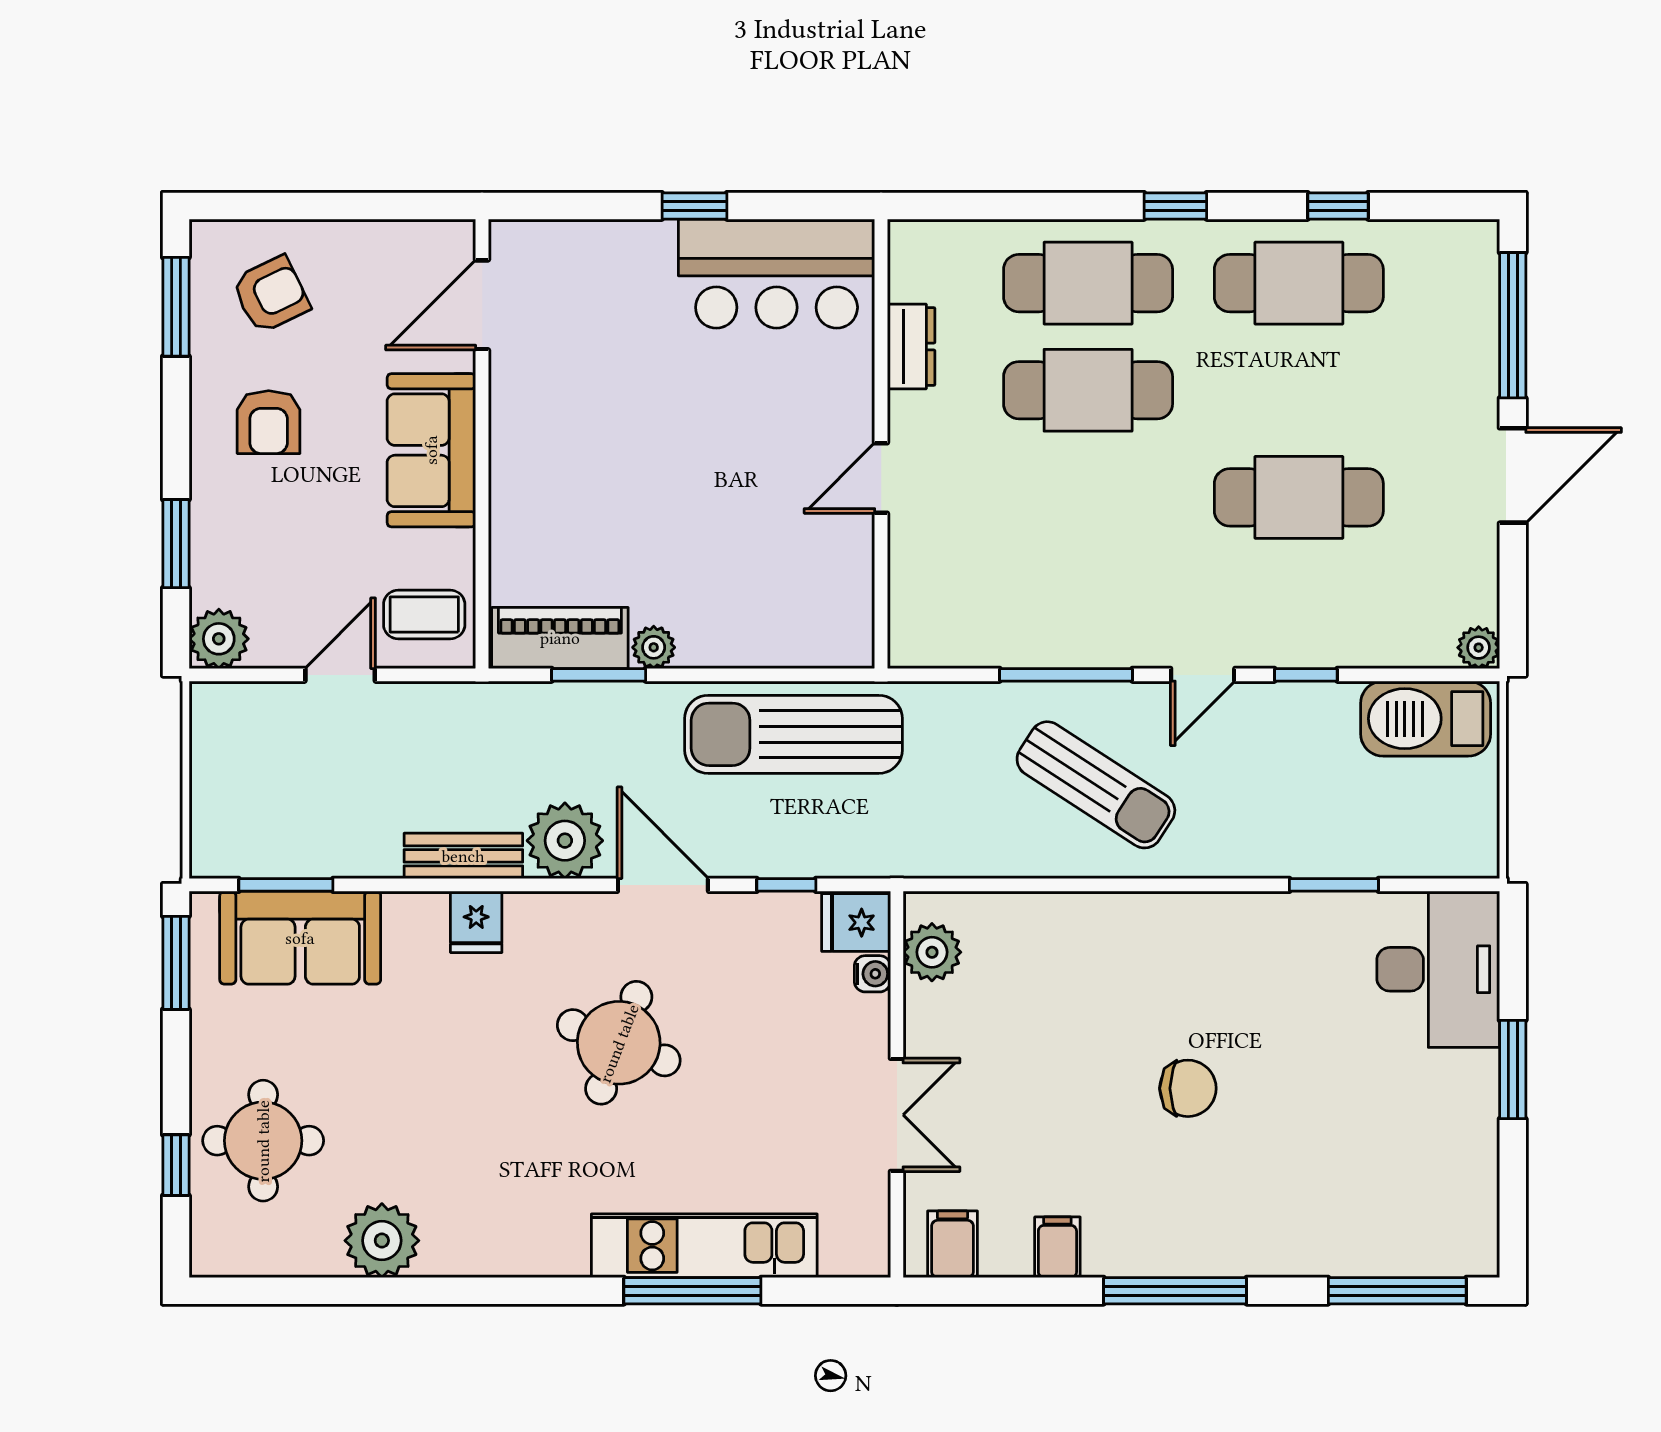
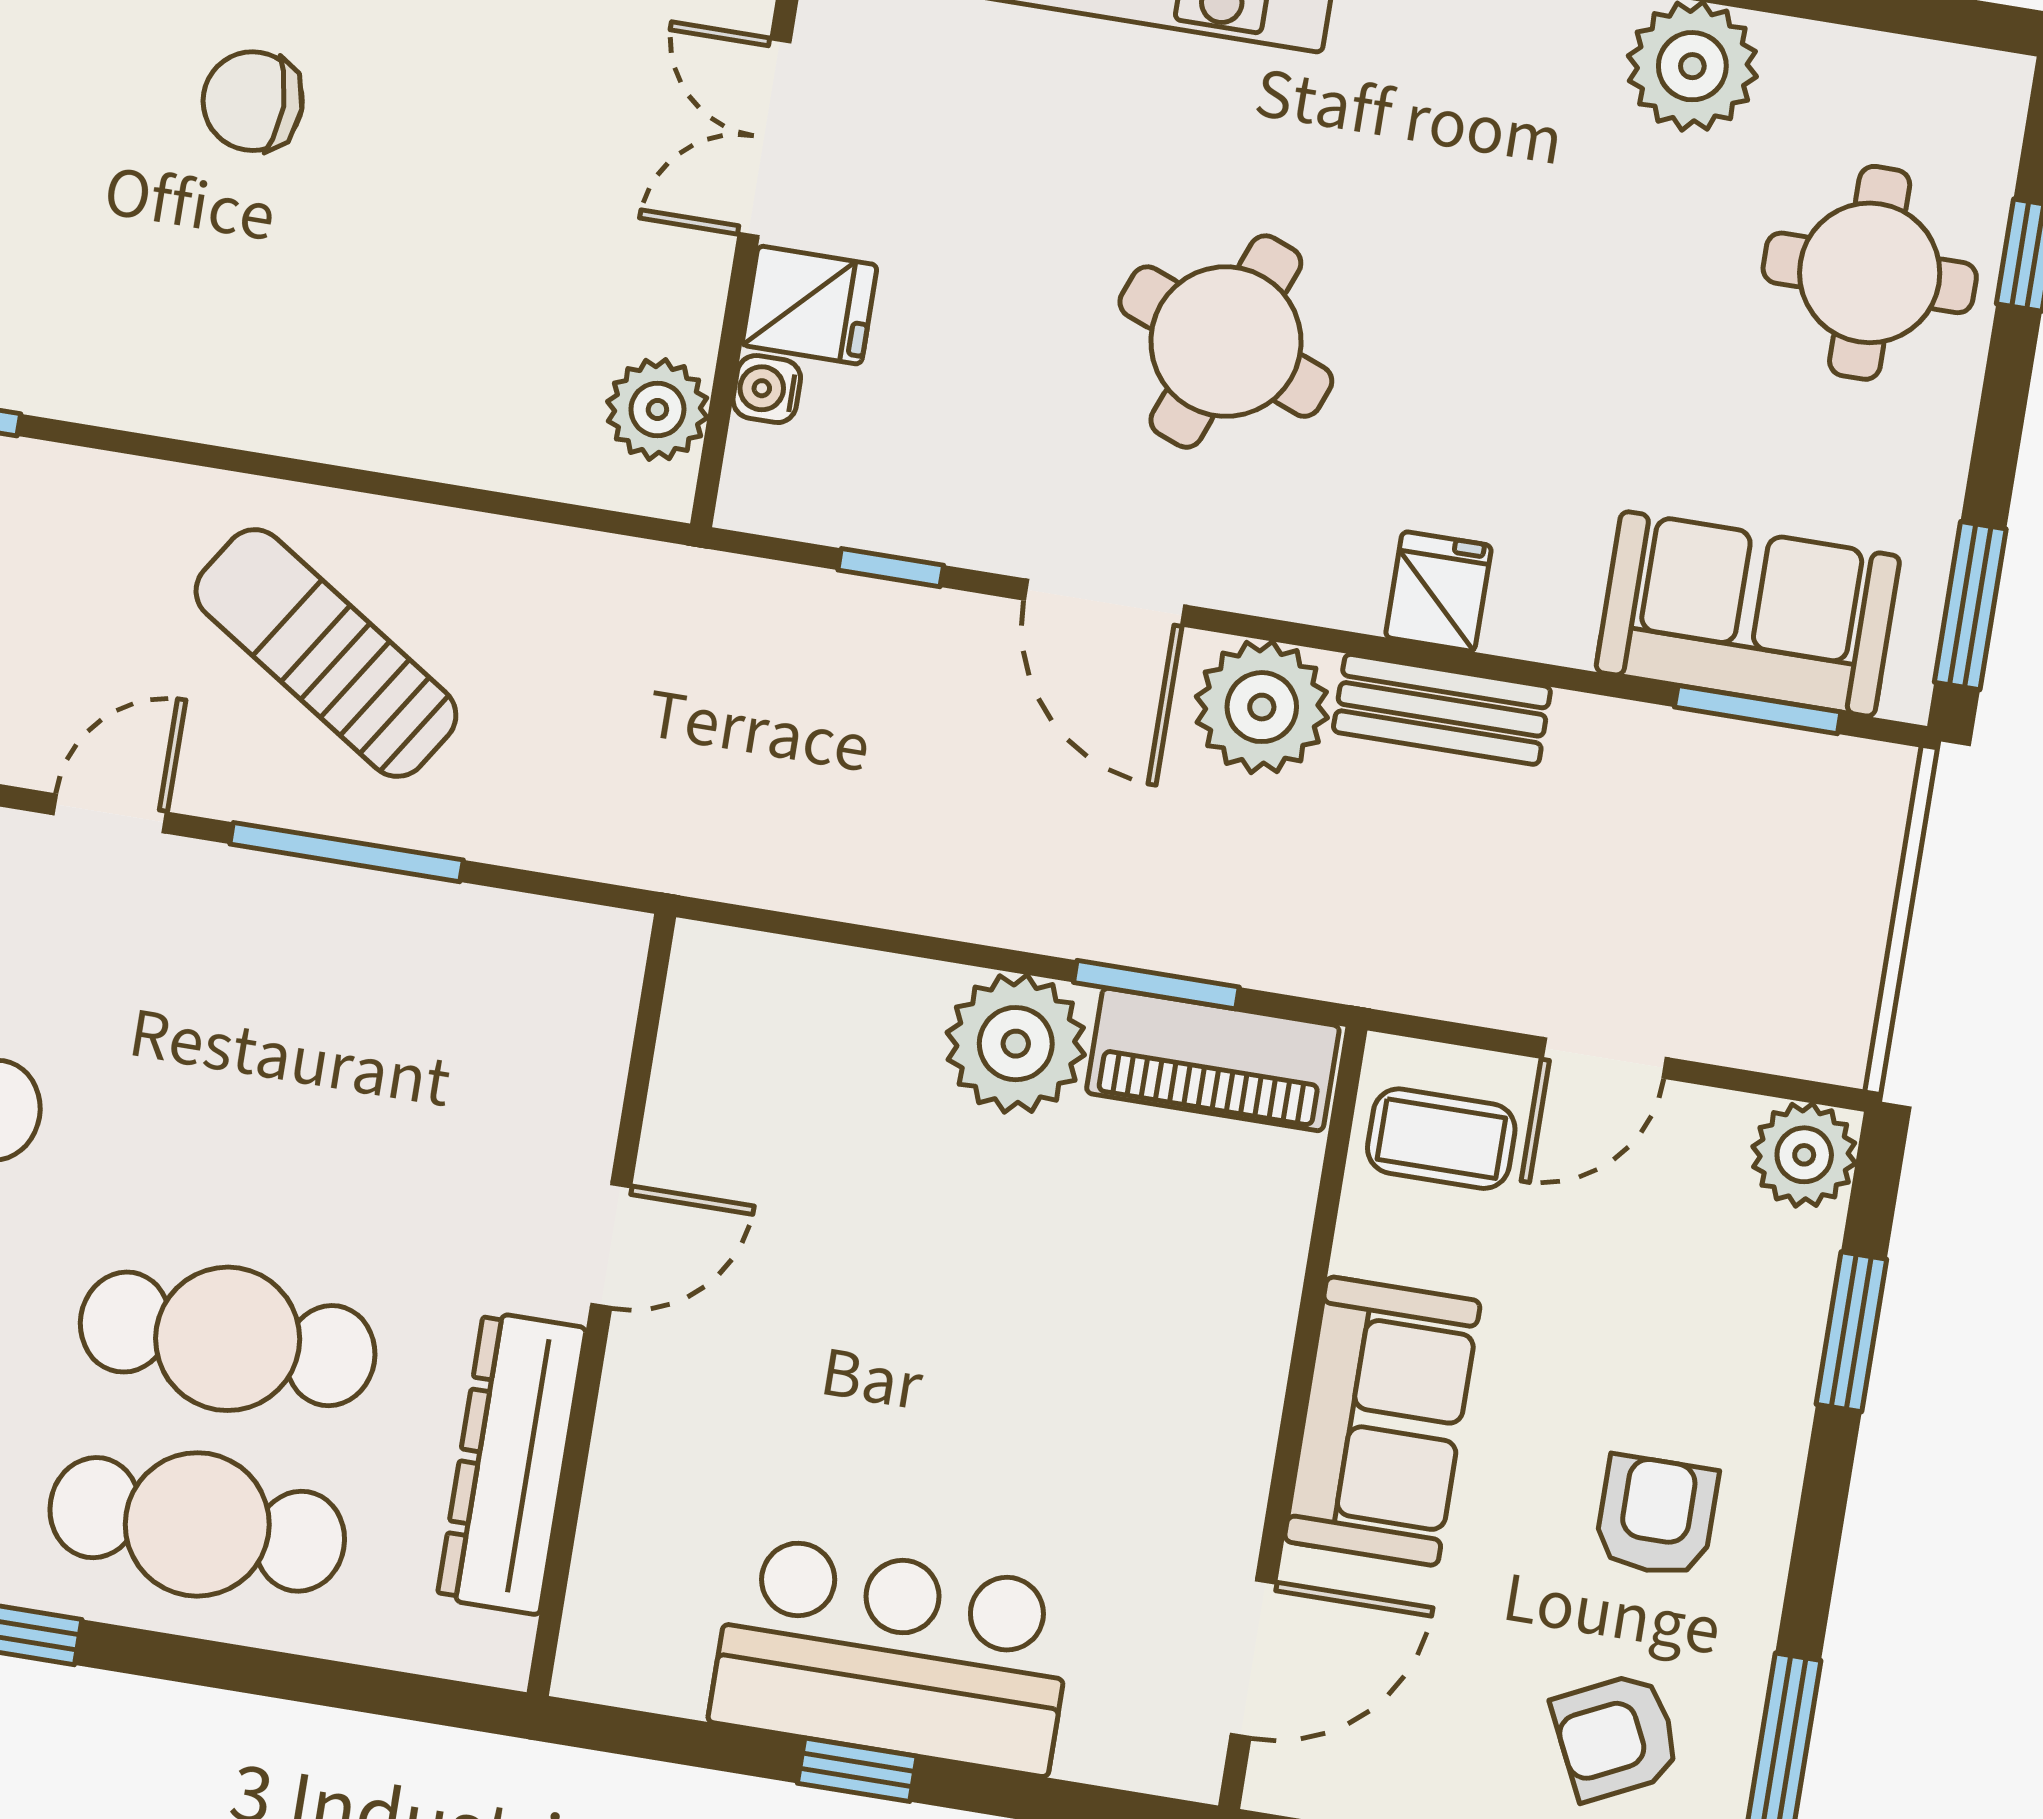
bar counter: (777, 274) -> (893, 1655), moved
dresser: (911, 346) -> (512, 1463), width x1.96, depth x1.24
plant: (654, 647) -> (1016, 1044), width x1.88, depth x1.88
sun lounger: (793, 734) -> (836, 826), removed
fridge: (856, 923) -> (810, 305), moved

